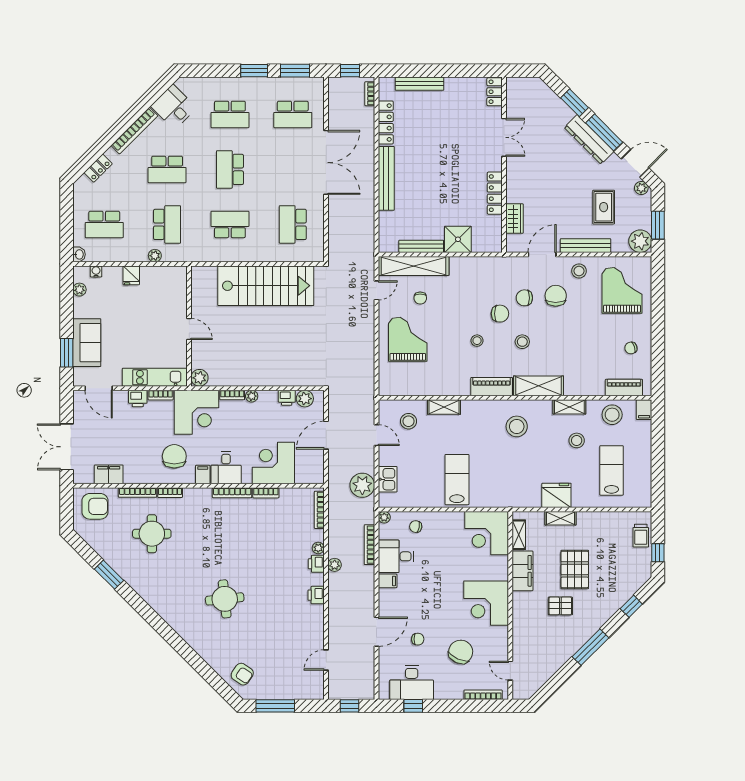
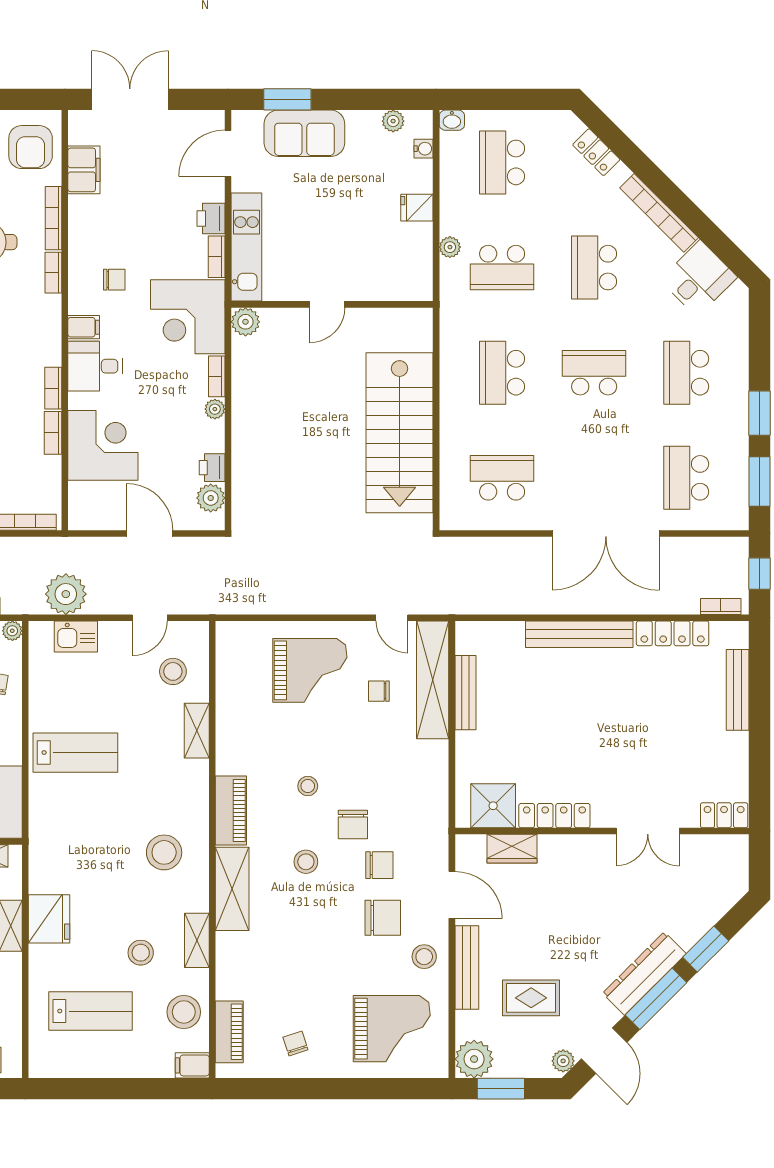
school desk: (230, 224) -> (502, 373), turned 180
shower: (458, 239) -> (493, 806), moved
chair: (524, 298) -> (379, 865), turned 90
chair: (174, 456) -> (114, 280), width x0.54, depth x0.54
bookcase: (232, 493) -> (53, 388), width x0.64

